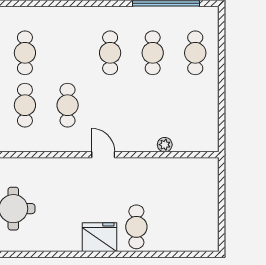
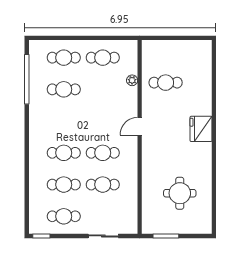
cafe table: (110, 53) -> (64, 153), moved
cafe table: (195, 105) -> (103, 58), added
cafe table: (136, 227) -> (166, 83), moved

